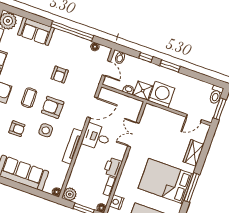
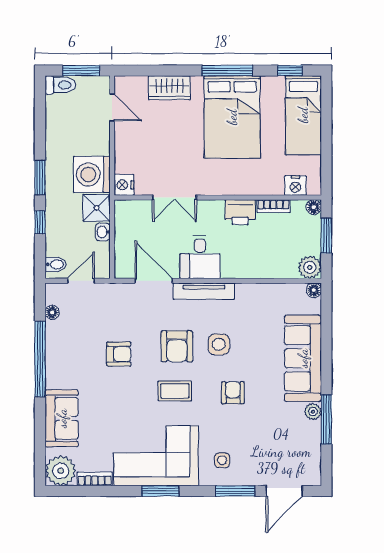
nightstand: (150, 110) -> (124, 185), added
tv unit: (72, 146) -> (204, 291), moved

